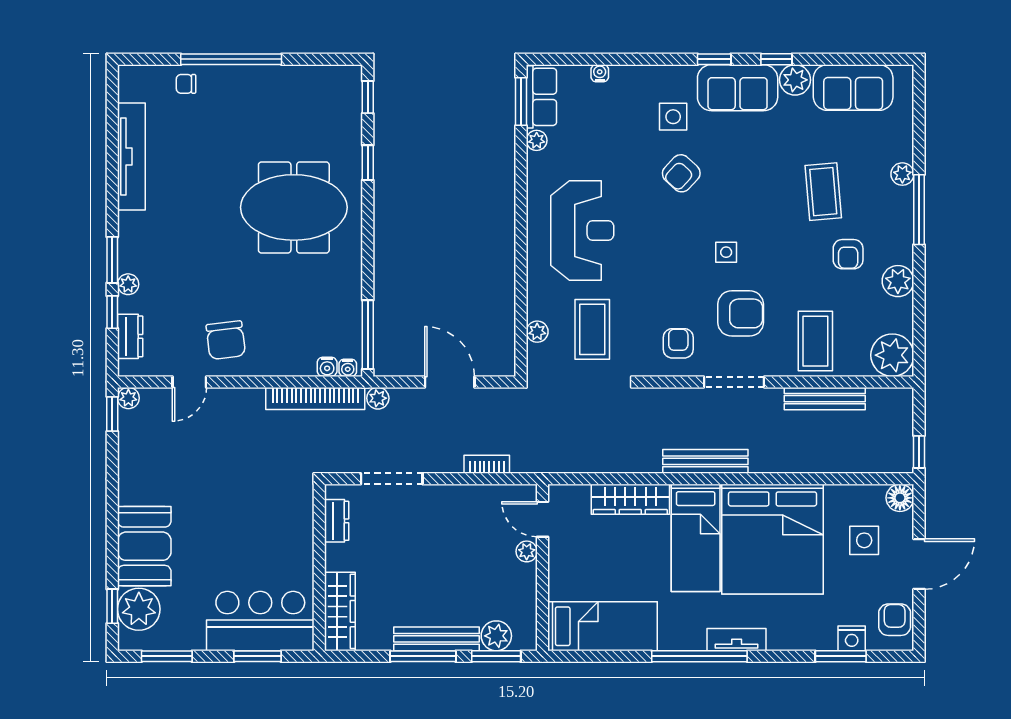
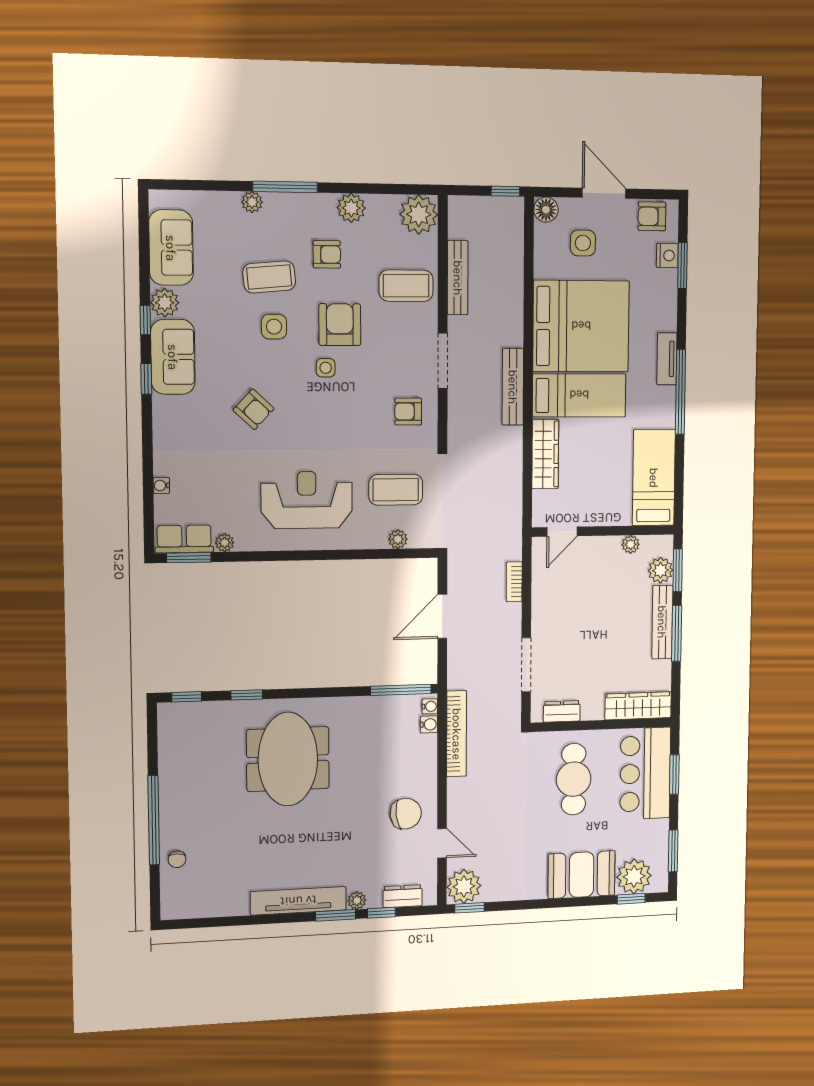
side table: (673, 117) -> (274, 327), moved
tv unit: (131, 157) -> (298, 901), moved
armchair: (741, 313) -> (340, 325), moved
plant: (128, 398) -> (464, 886), width x1.88, depth x1.88
plant: (378, 398) -> (456, 679), removed
cafe table: (257, 536) -> (574, 779), added
plant: (527, 551) -> (631, 544), moved

